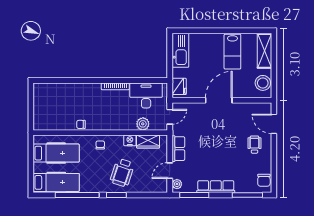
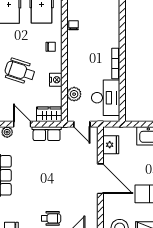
fridge: (179, 86) -> (111, 145), moved, turned -90
wardrobe: (148, 142) -> (49, 114), moved, turned 90

